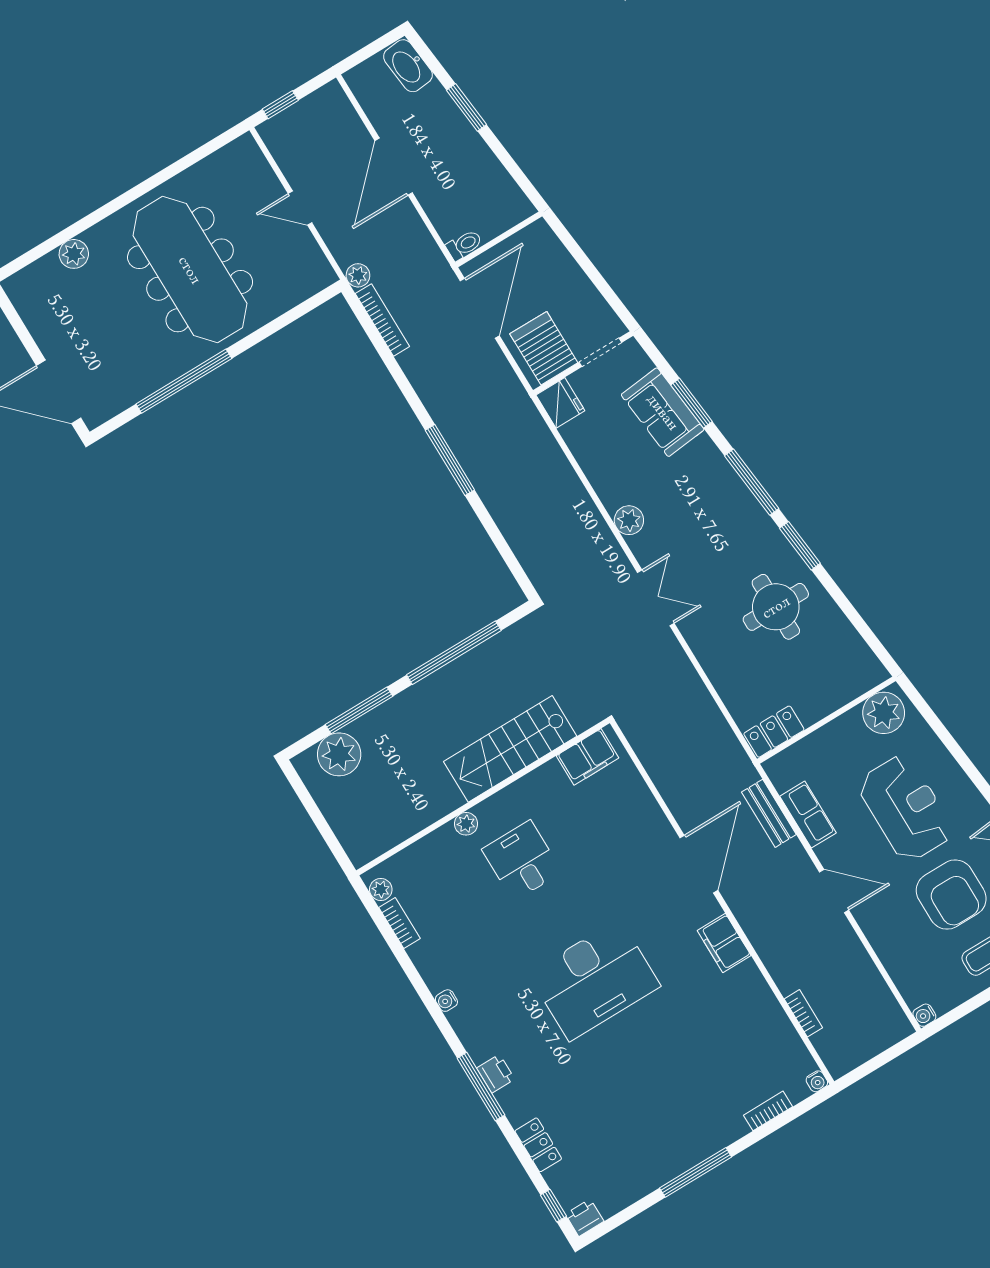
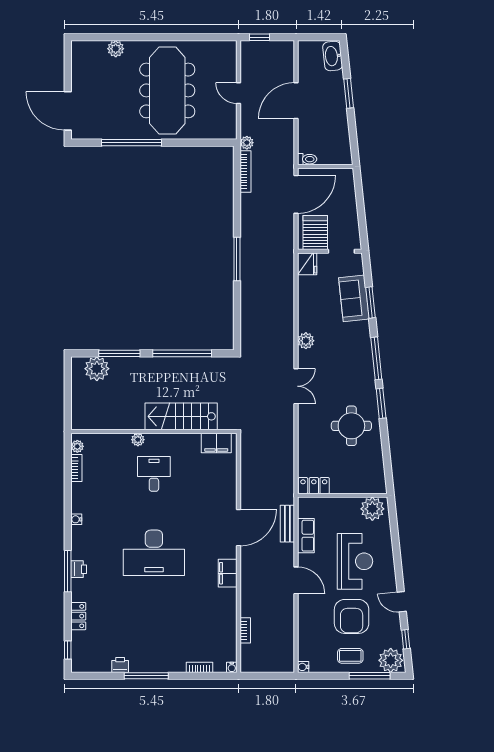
printer: (585, 1218) -> (120, 665), moved

